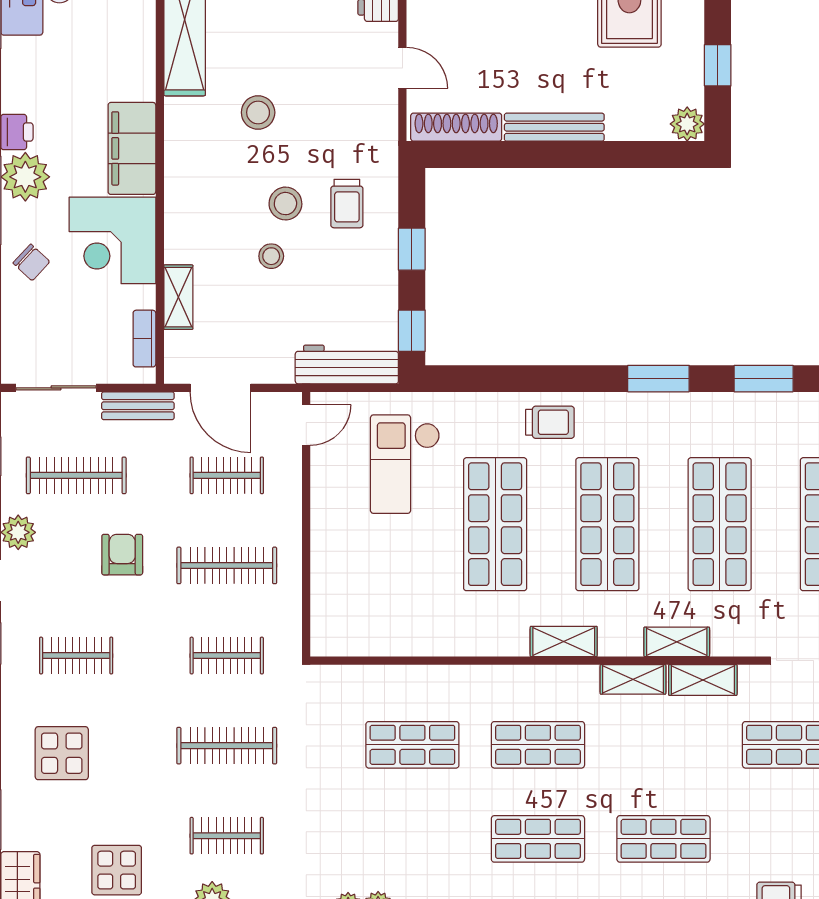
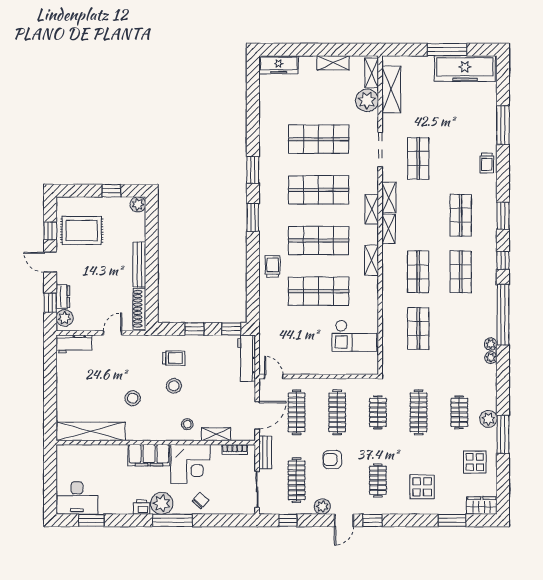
stool: (271, 256) -> (187, 424), moved
checkout: (405, 464) -> (354, 336), moved
clothes rail: (227, 475) -> (297, 412), width x1.36

